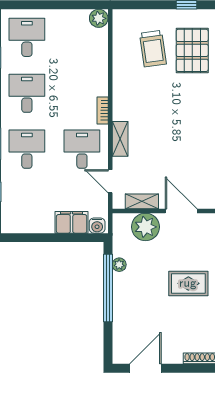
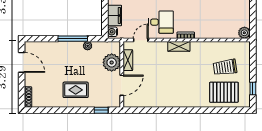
shelving: (120, 139) -> (179, 46), moved
rug: (188, 283) -> (76, 90), turned 90
window: (108, 288) -> (73, 39), width x0.68

